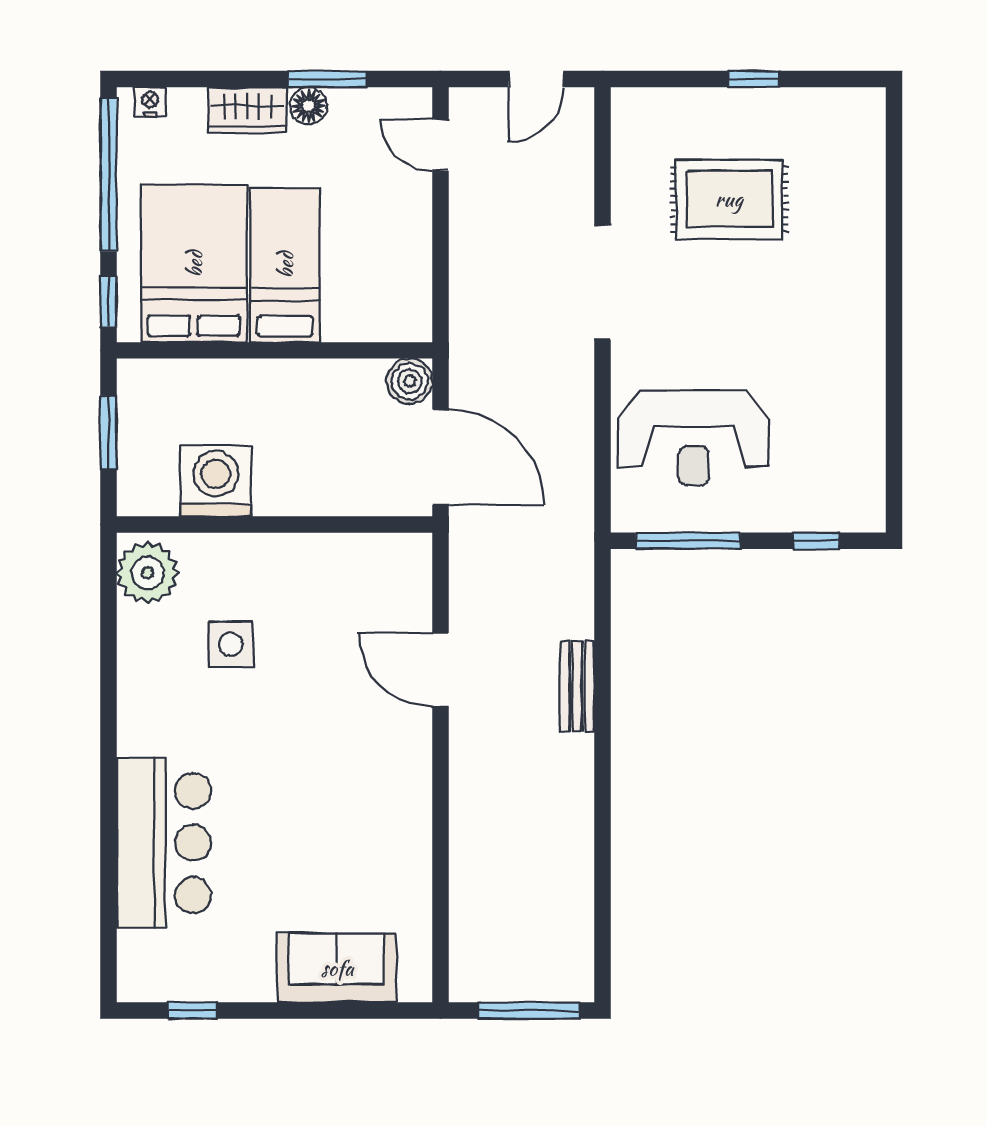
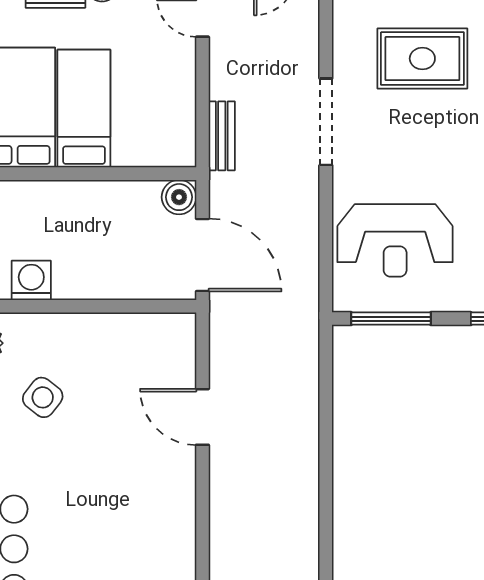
washing machine: (216, 481) -> (31, 280), width x0.73, depth x0.73
side table: (231, 644) -> (43, 397), turned 38
bench: (577, 686) -> (222, 136), moved

